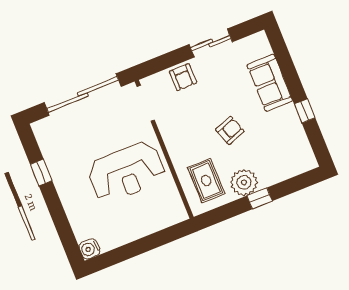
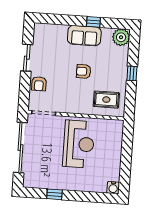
armchair: (183, 77) -> (39, 84), turned 90
sofa: (270, 83) -> (84, 36), moved
armchair: (230, 130) -> (84, 71), turned -70
plant: (244, 182) -> (121, 37), moved

